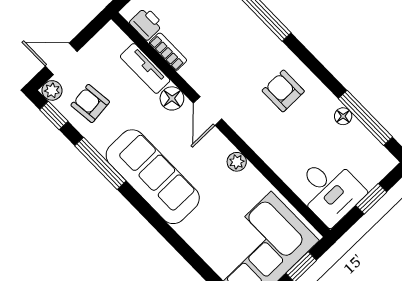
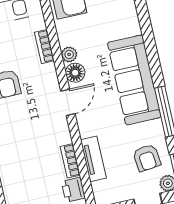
floor lamp: (172, 98) -> (75, 73), moved
bookcase: (268, 154) -> (44, 47), added

